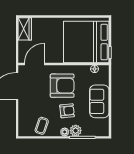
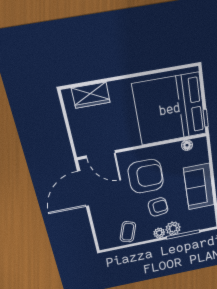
wardrobe: (25, 29) -> (91, 95), moved, turned 90
door: (34, 64) -> (101, 154), swing flipped

